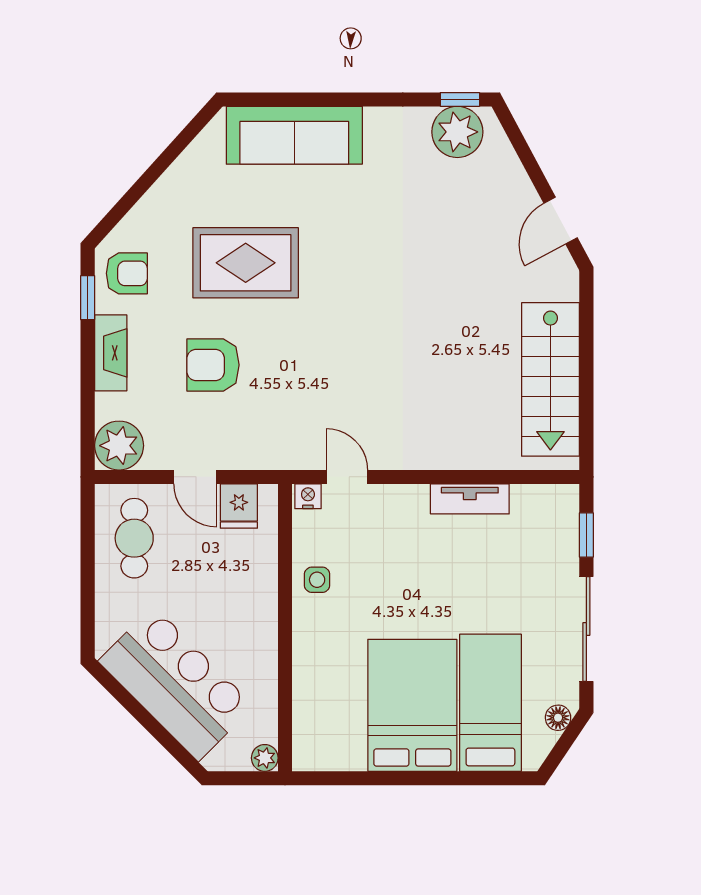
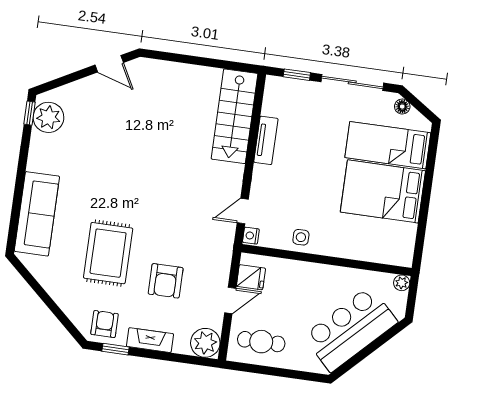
stairs: (550, 379) -> (234, 116), moved, turned 90

